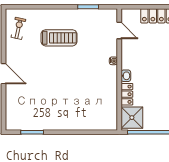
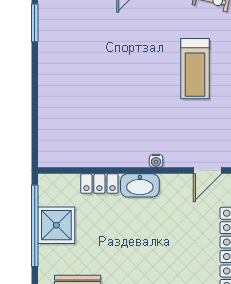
washbasin: (126, 76) -> (140, 185), width x1.91, depth x1.45
shower: (132, 118) -> (56, 225), moved

